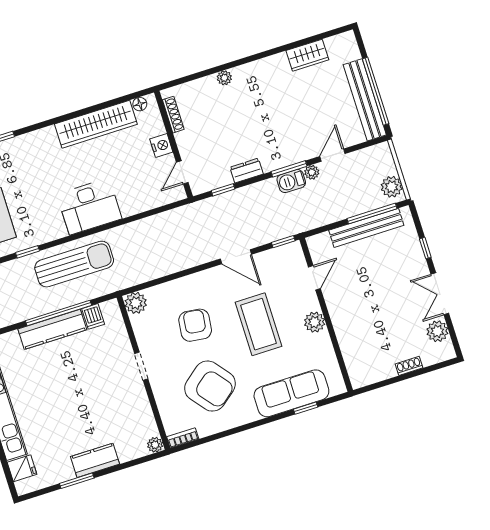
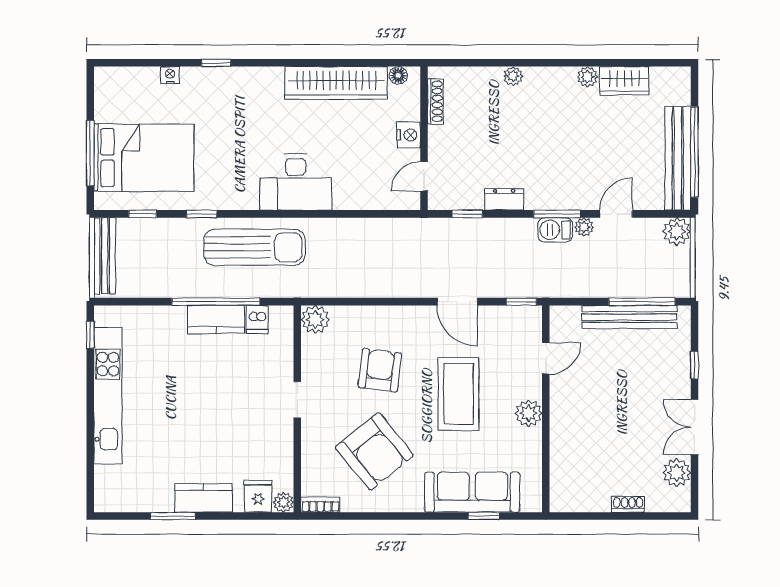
plant: (279, 61) -> (587, 77), added
plant: (392, 187) -> (677, 232), moved
kitchen counter: (52, 329) -> (216, 319), width x0.67
fridge: (22, 468) -> (258, 496), moved, turned -90

